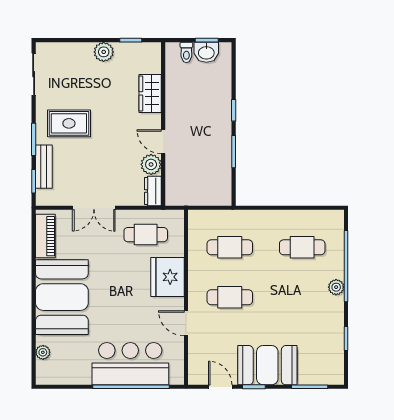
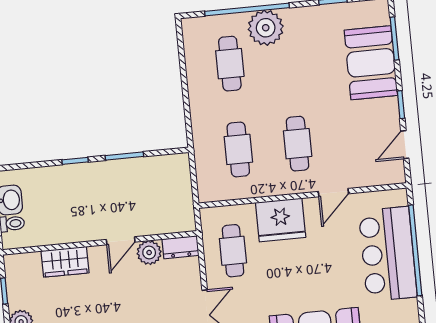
plant: (336, 287) -> (266, 28), width x1.87, depth x1.87
booth: (267, 365) -> (371, 63), moved

